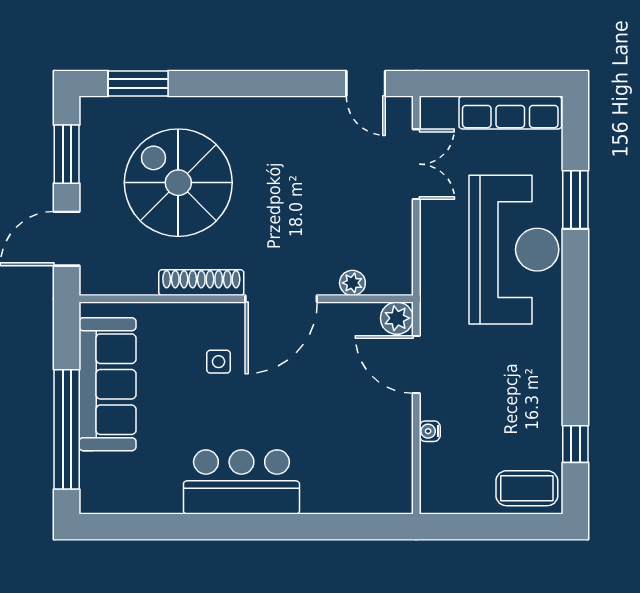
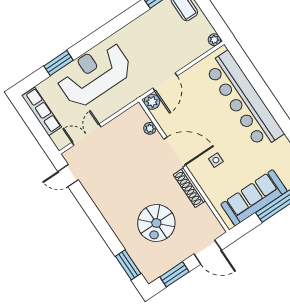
door: (366, 84) -> (68, 176), swing flipped
spiral stairs: (178, 183) -> (156, 223), width x0.73, depth x0.73
water cooler: (430, 431) -> (188, 59), removed
bar counter: (241, 482) -> (244, 100), width x1.86
plant: (432, 501) -> (214, 40), added

